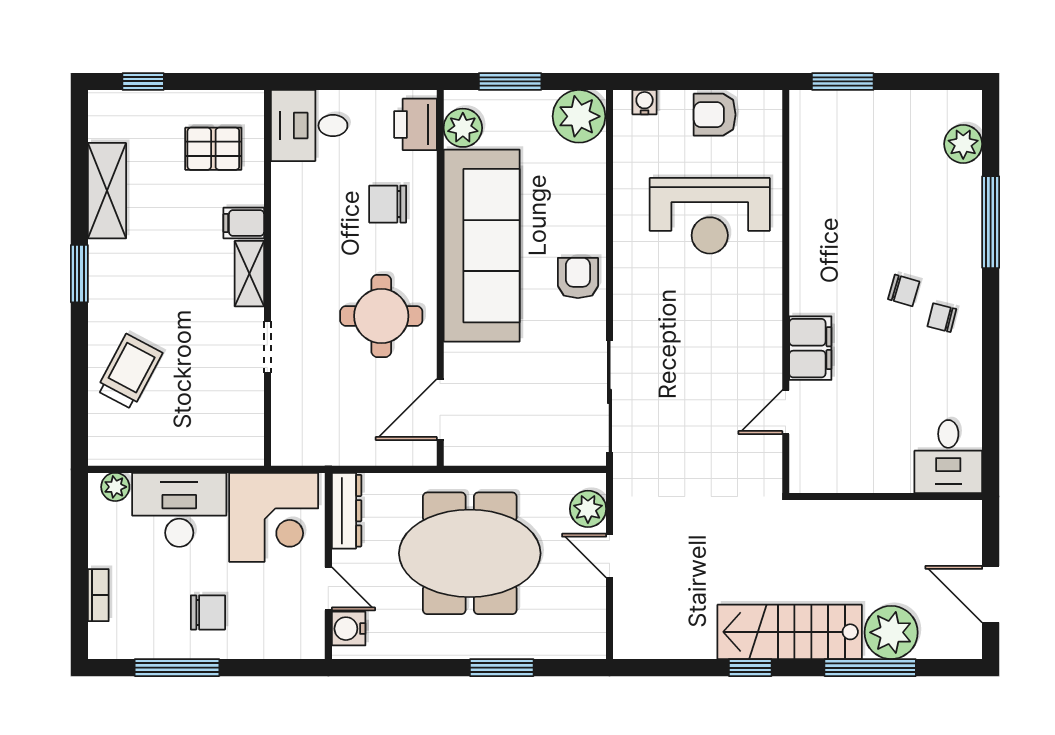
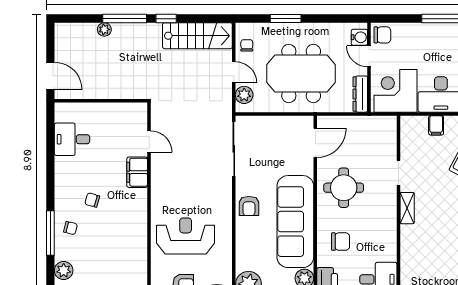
pallet: (213, 149) -> (424, 268), removed
filing cabinet: (244, 223) -> (436, 125), moved, turned 90
chair: (942, 318) -> (71, 228), moved
door: (786, 412) -> (149, 141), hinge flipped
desk: (948, 457) -> (72, 139), moved, turned -90
door: (991, 594) -> (50, 76), moved
chair: (208, 612) -> (382, 35), moved, turned 180
chair: (583, 612) -> (247, 45), added
stairs: (790, 632) -> (197, 36), moved
plant: (891, 632) -> (104, 29), width x0.53, depth x0.53
window: (870, 668) -> (125, 19), moved

